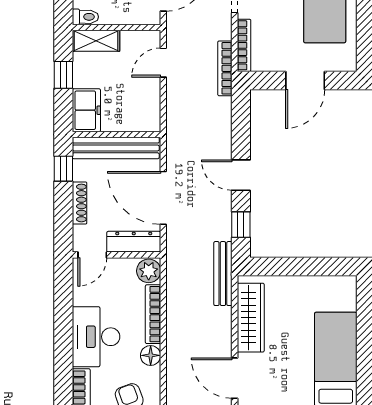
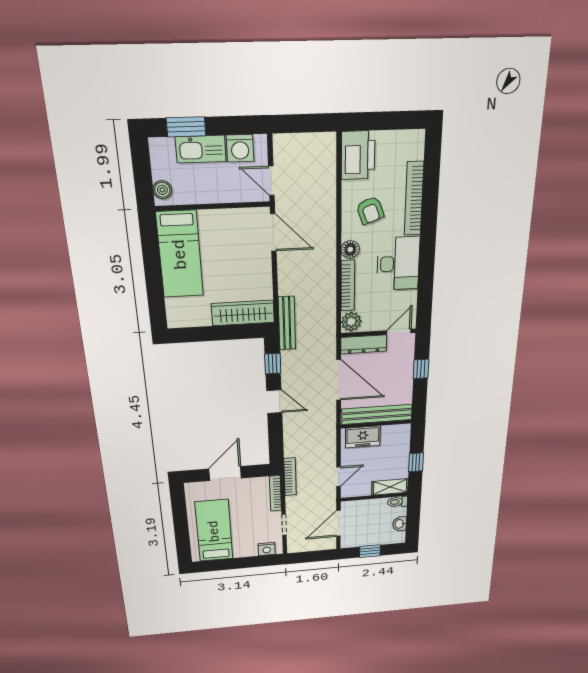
freezer: (86, 110) -> (363, 437), moved, turned -90
window: (63, 169) -> (421, 369), moved
shoe rack: (80, 203) -> (408, 372), removed
wardrobe: (251, 318) -> (243, 313), moved, turned 90

